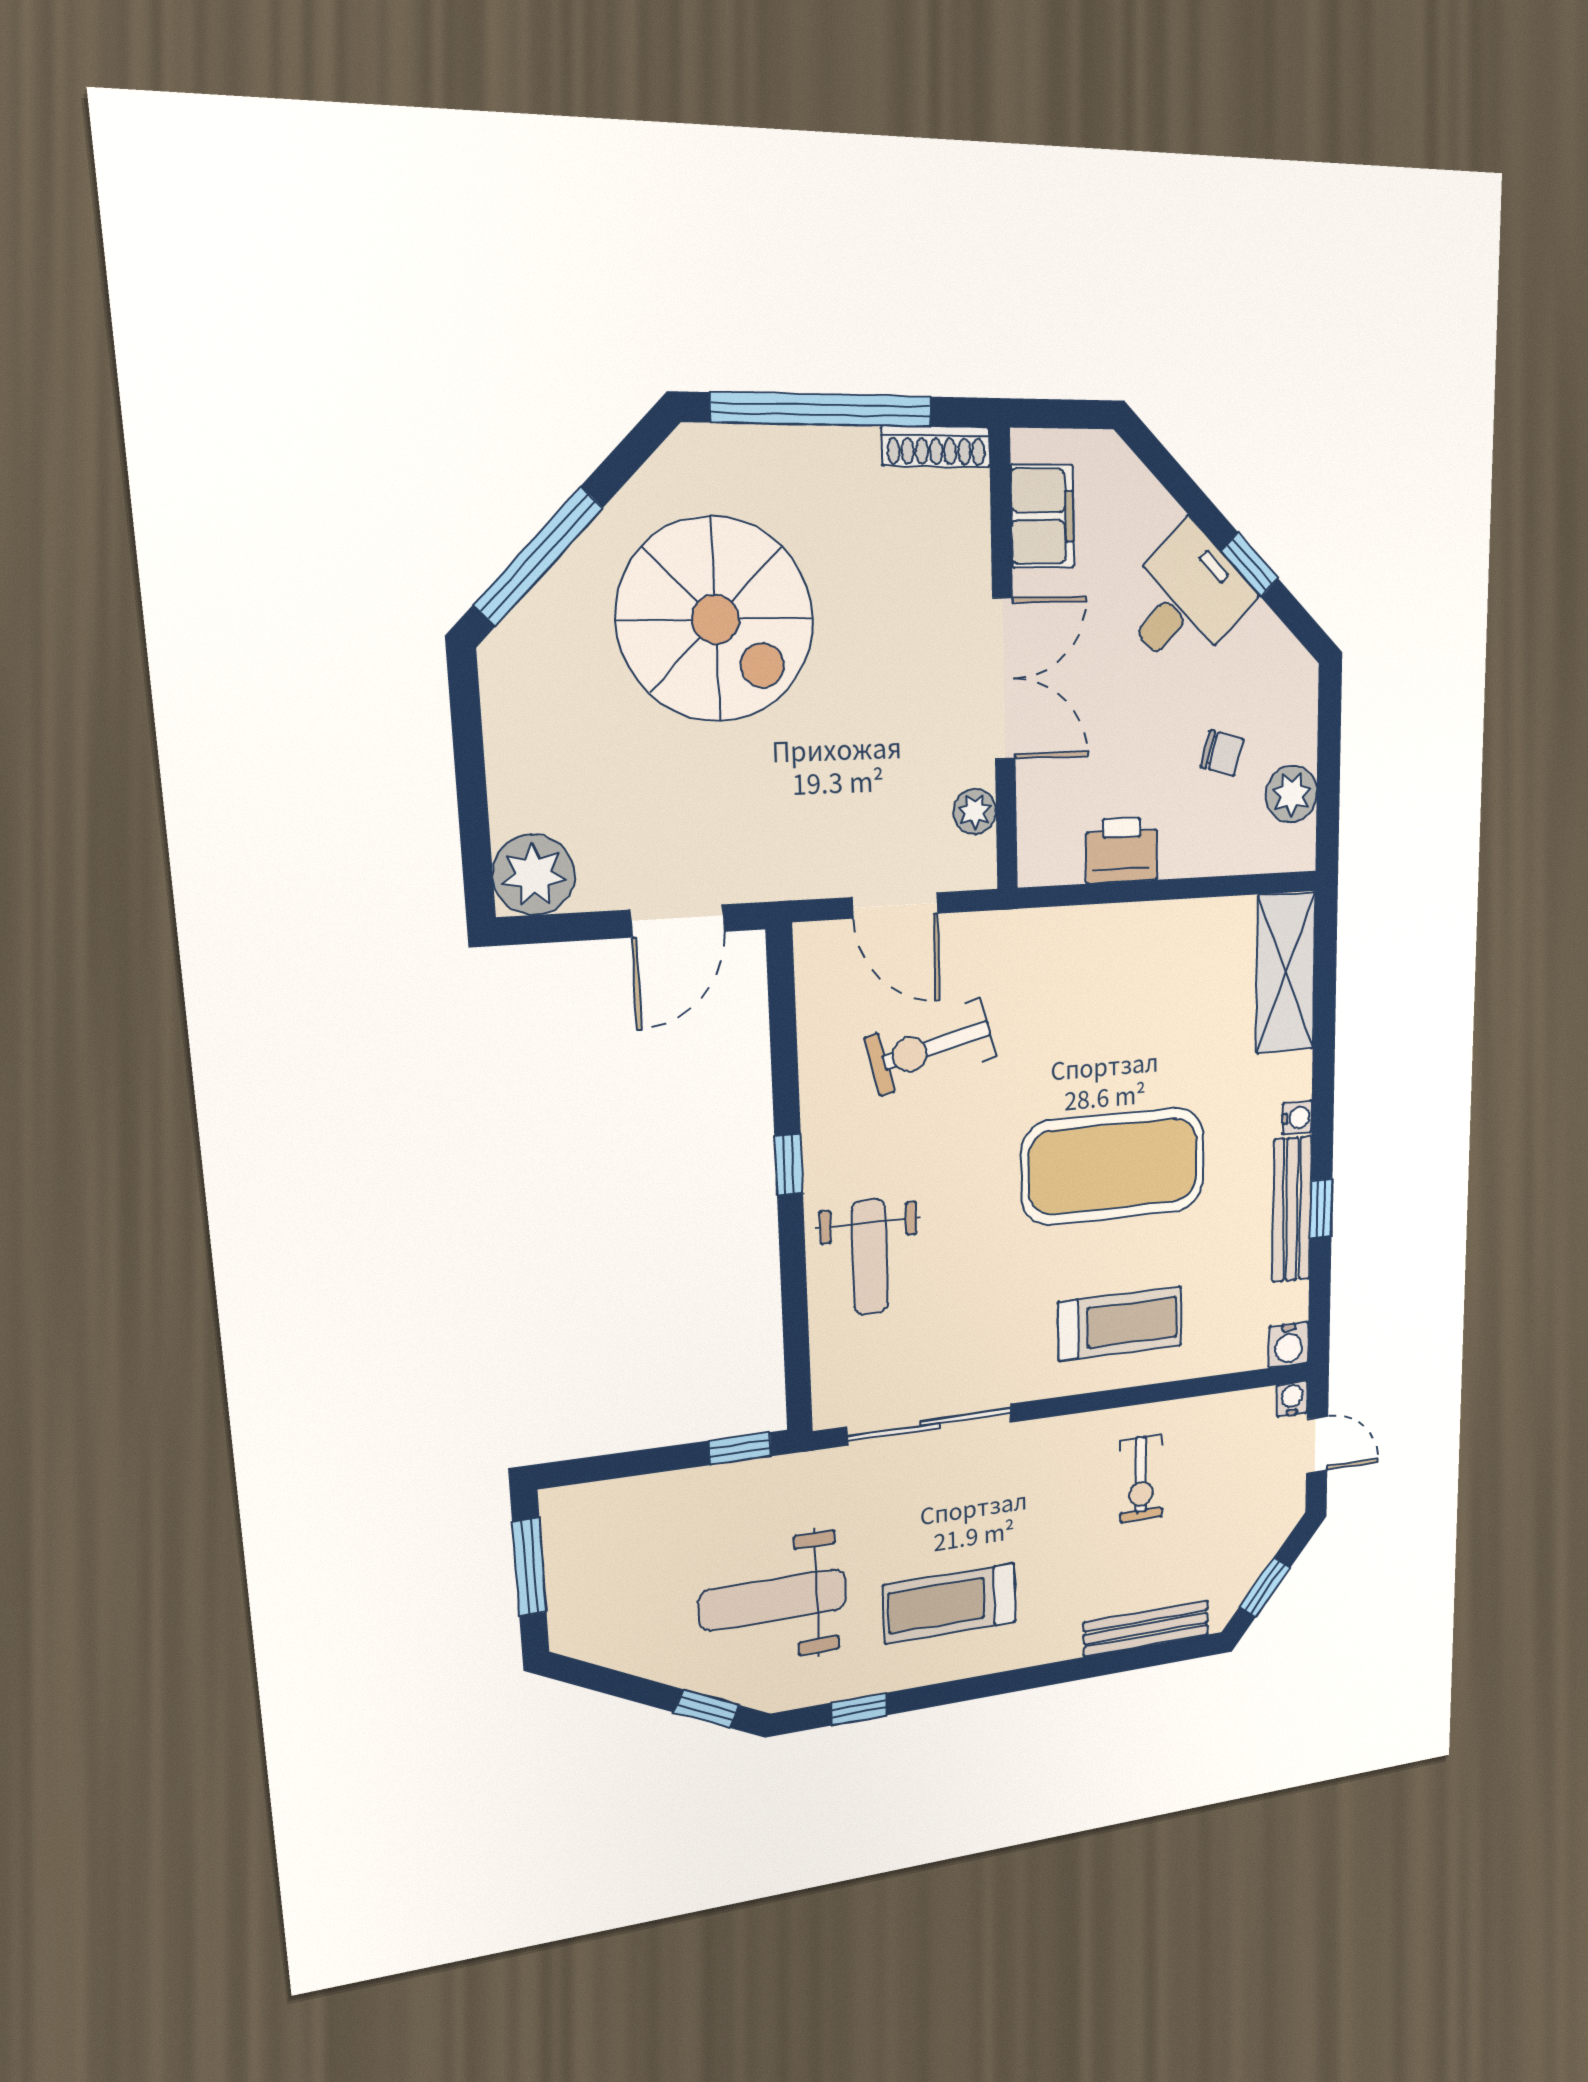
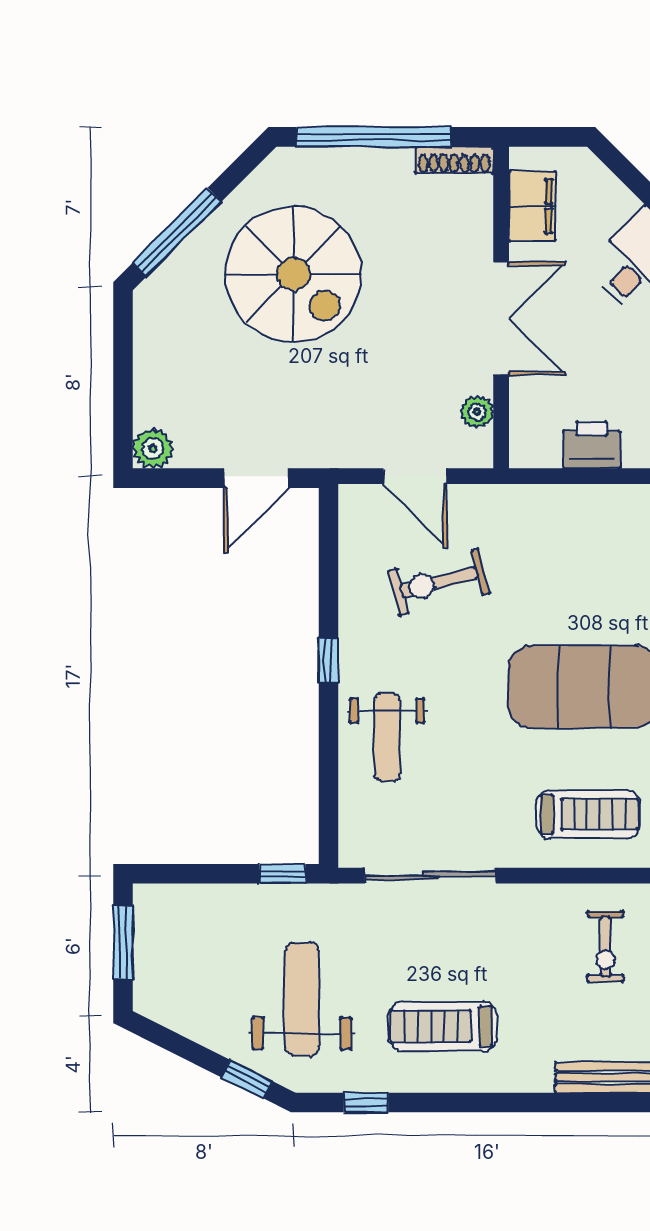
plant: (534, 875) -> (153, 448), width x0.73, depth x0.73
weight bench: (773, 1600) -> (302, 999), turned 90

